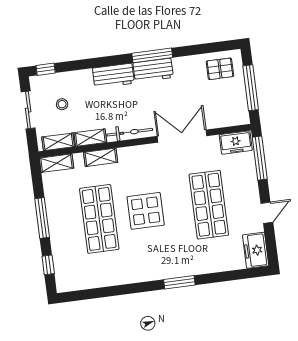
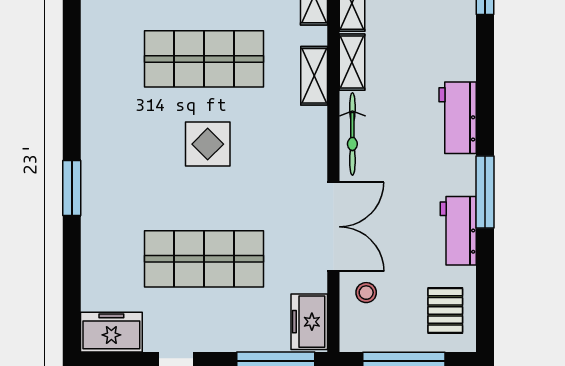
workbench: (153, 70) -> (458, 231), moved
stool: (62, 104) -> (366, 293), moved
display table: (146, 211) -> (208, 144), width x0.73, depth x0.73

